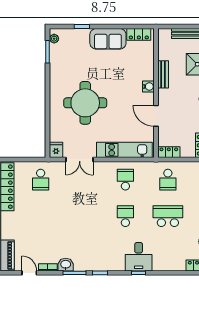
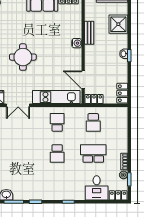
round table: (85, 103) -> (23, 57), width x0.73, depth x0.73
door: (156, 116) -> (83, 80), moved
school desk: (125, 216) -> (57, 154), turned 180
desk: (139, 257) -> (97, 188), moved

